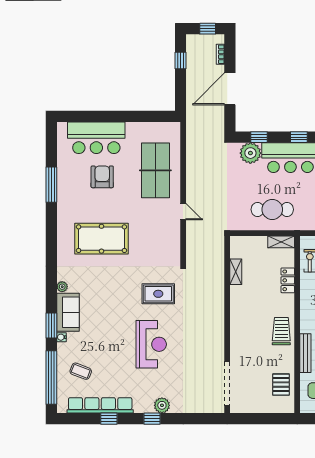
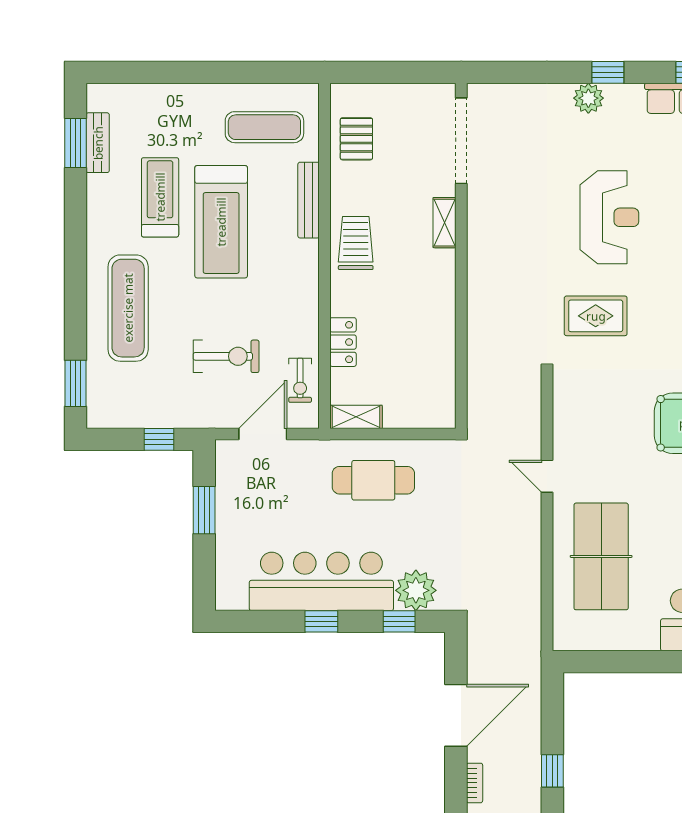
shelving: (236, 272) -> (445, 223), moved
trolley: (281, 331) -> (356, 243), turned 180
reception desk: (151, 344) -> (609, 217), turned 180

